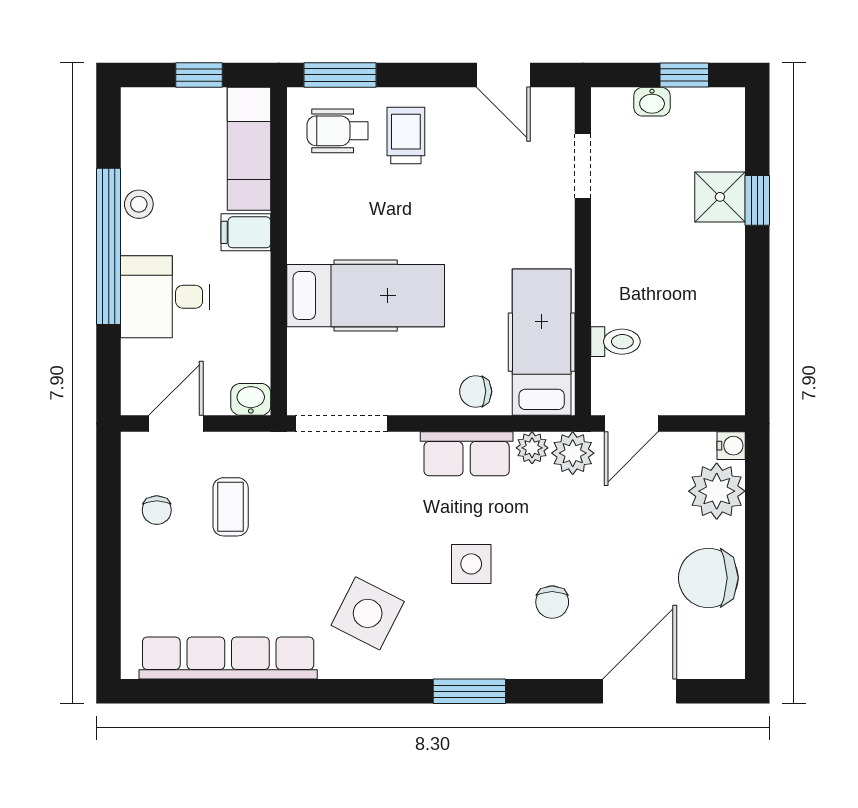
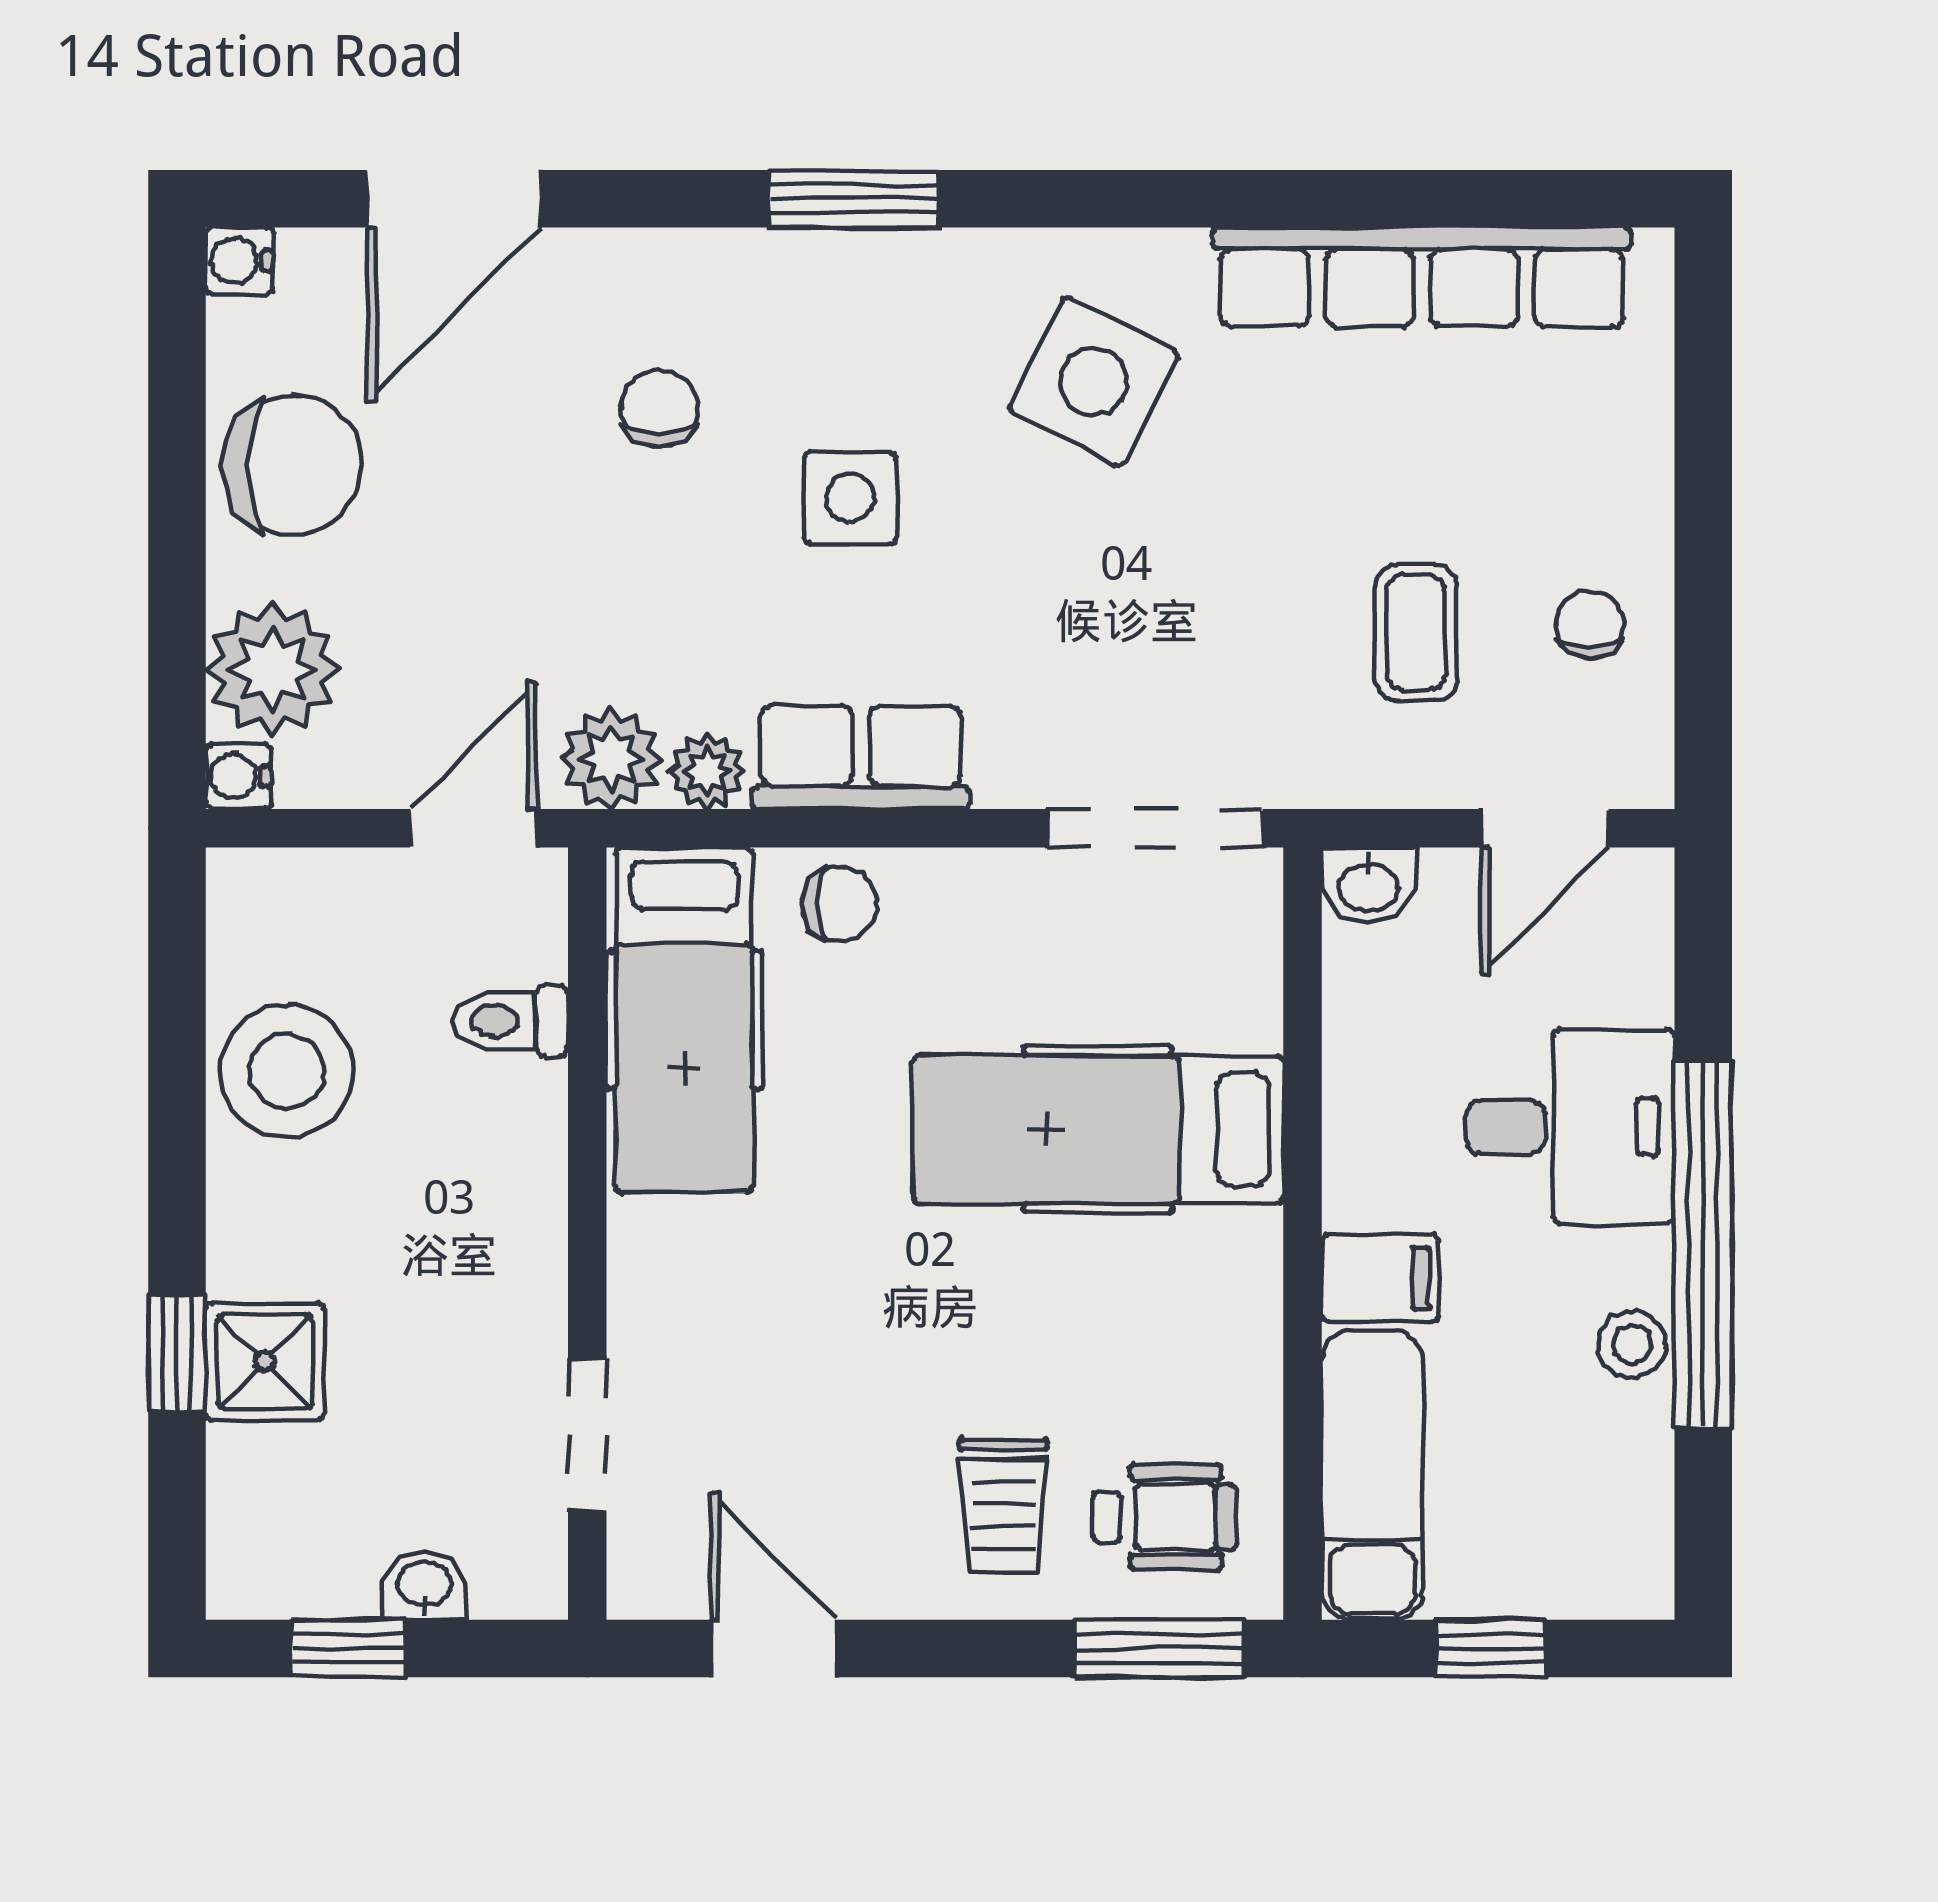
stool: (711, 320) -> (287, 1071), added
water cooler: (731, 665) -> (239, 261), added

